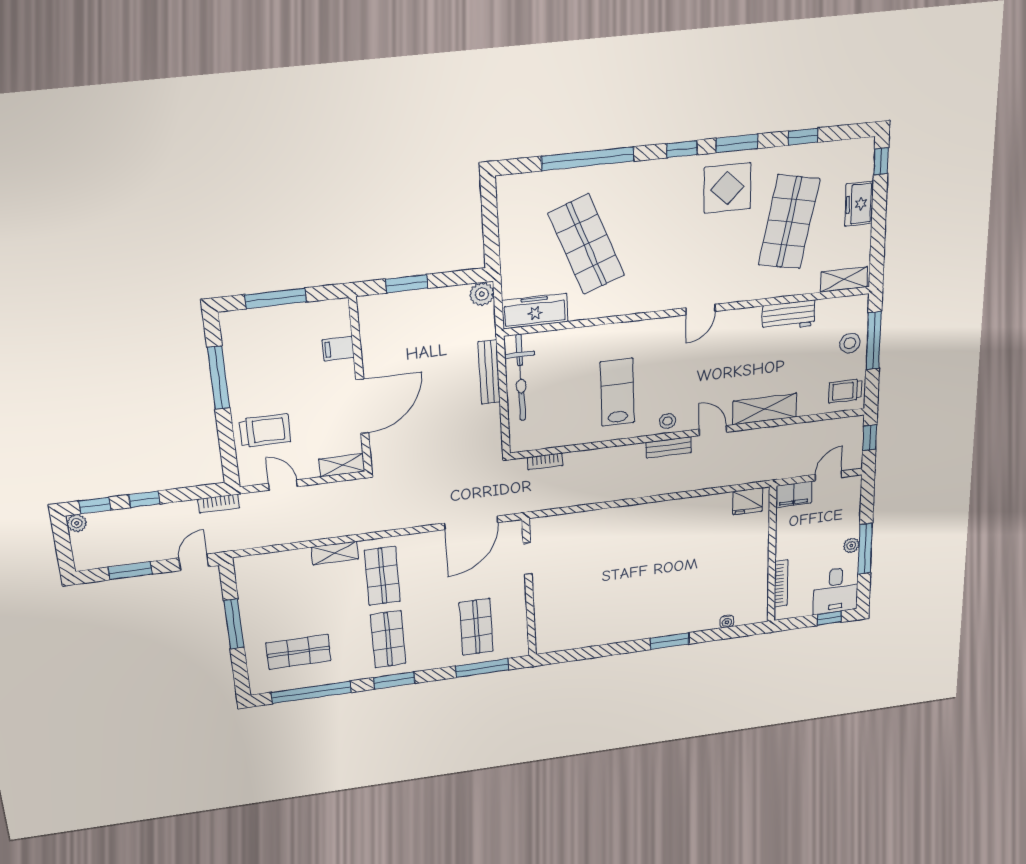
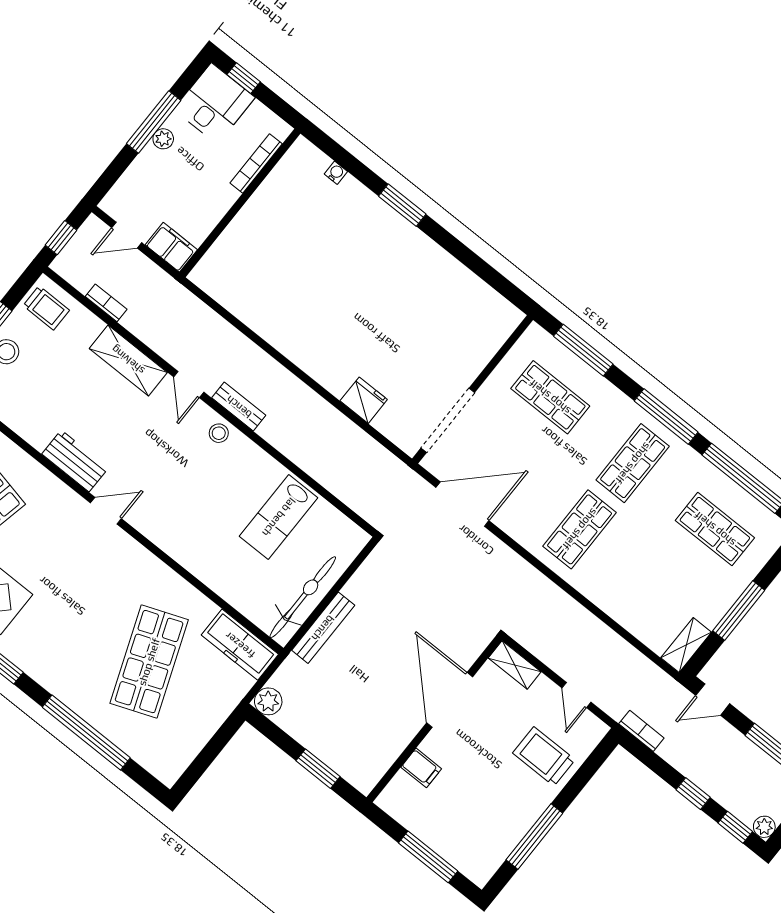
workbench: (789, 316) -> (75, 461), moved
lab bench: (617, 392) -> (279, 517), moved
door: (362, 406) -> (450, 700), hinge flipped
bookcase: (545, 461) -> (106, 303), moved
fridge: (748, 501) -> (364, 400), moved
shelving: (335, 553) -> (686, 645), moved, turned 90
doorway: (528, 559) -> (448, 420), width x1.87
shop shelf: (476, 627) -> (550, 397), turned 90
window: (394, 681) -> (666, 417), width x1.44

